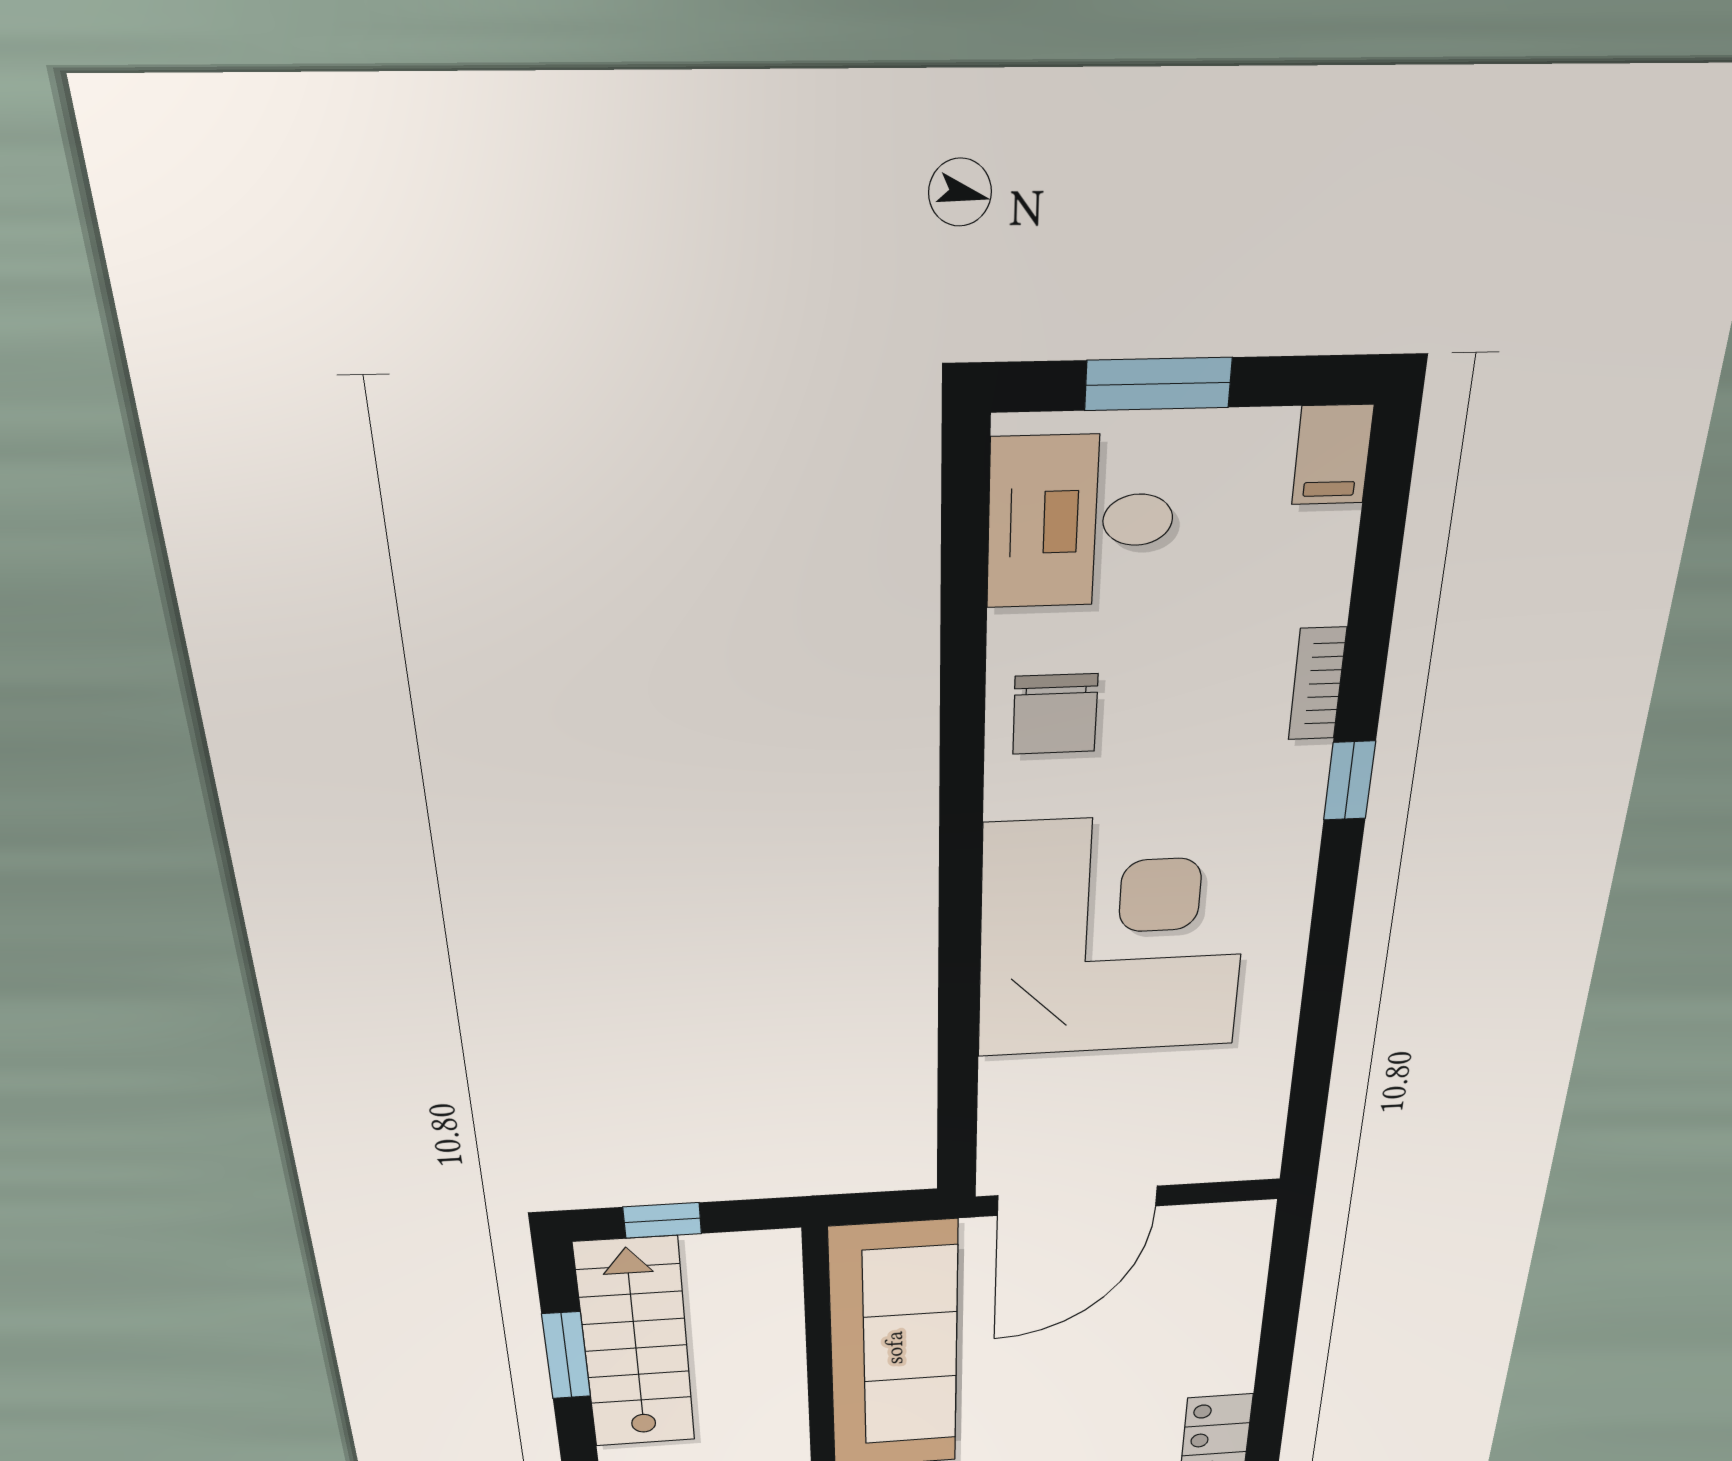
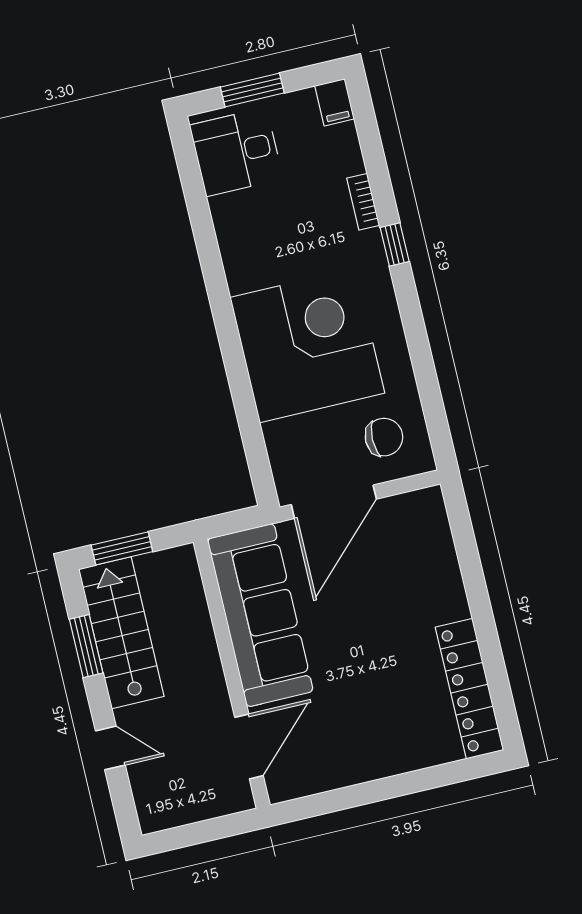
chair: (1055, 714) -> (384, 437), moved, turned -90
window: (662, 1220) -> (122, 548), width x1.50

